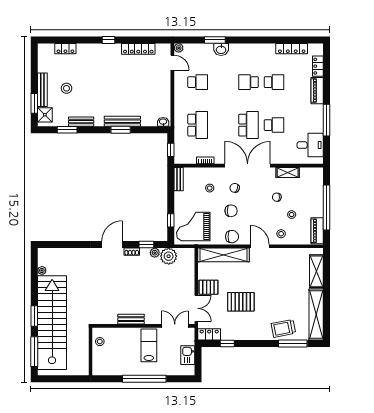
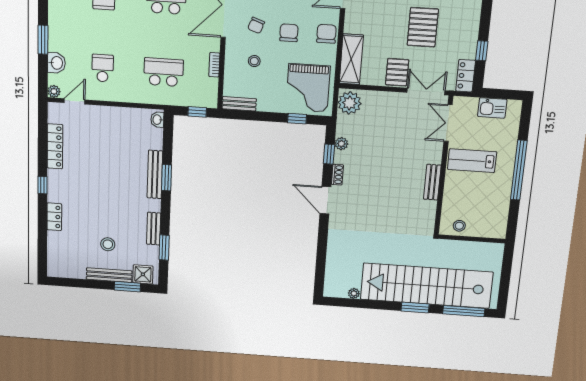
locker: (65, 49) -> (54, 217), moved
washbasin: (221, 50) -> (56, 63), moved
shelving: (224, 255) -> (351, 59), width x0.68
plant: (169, 256) -> (350, 103), moved

